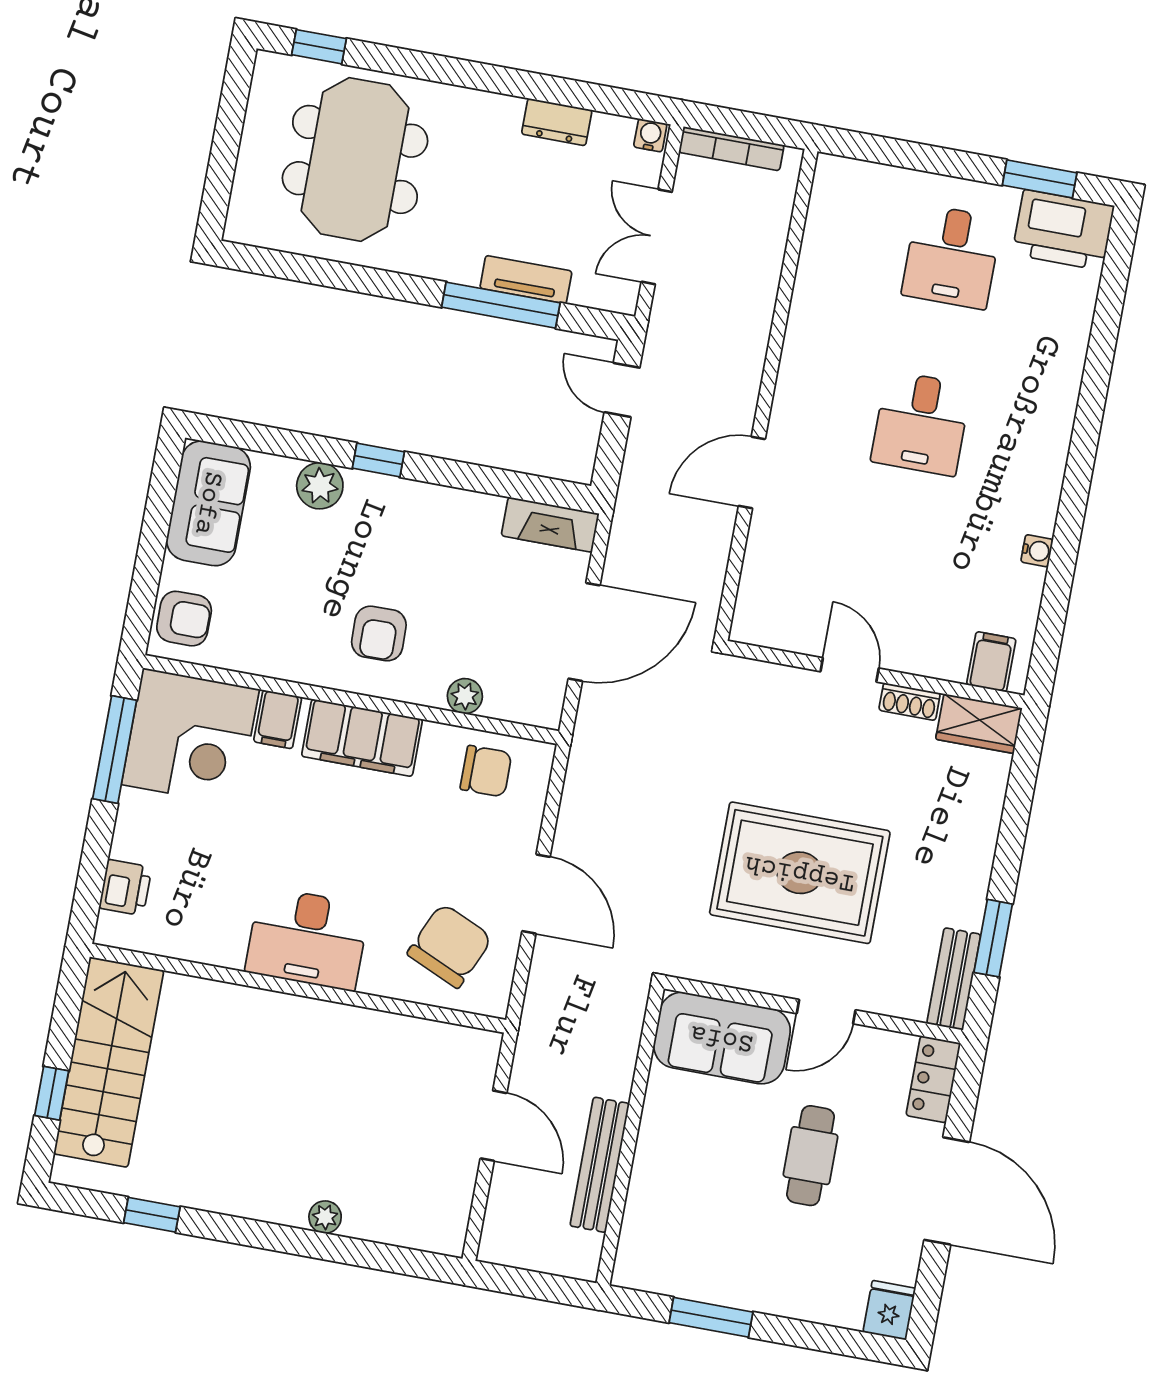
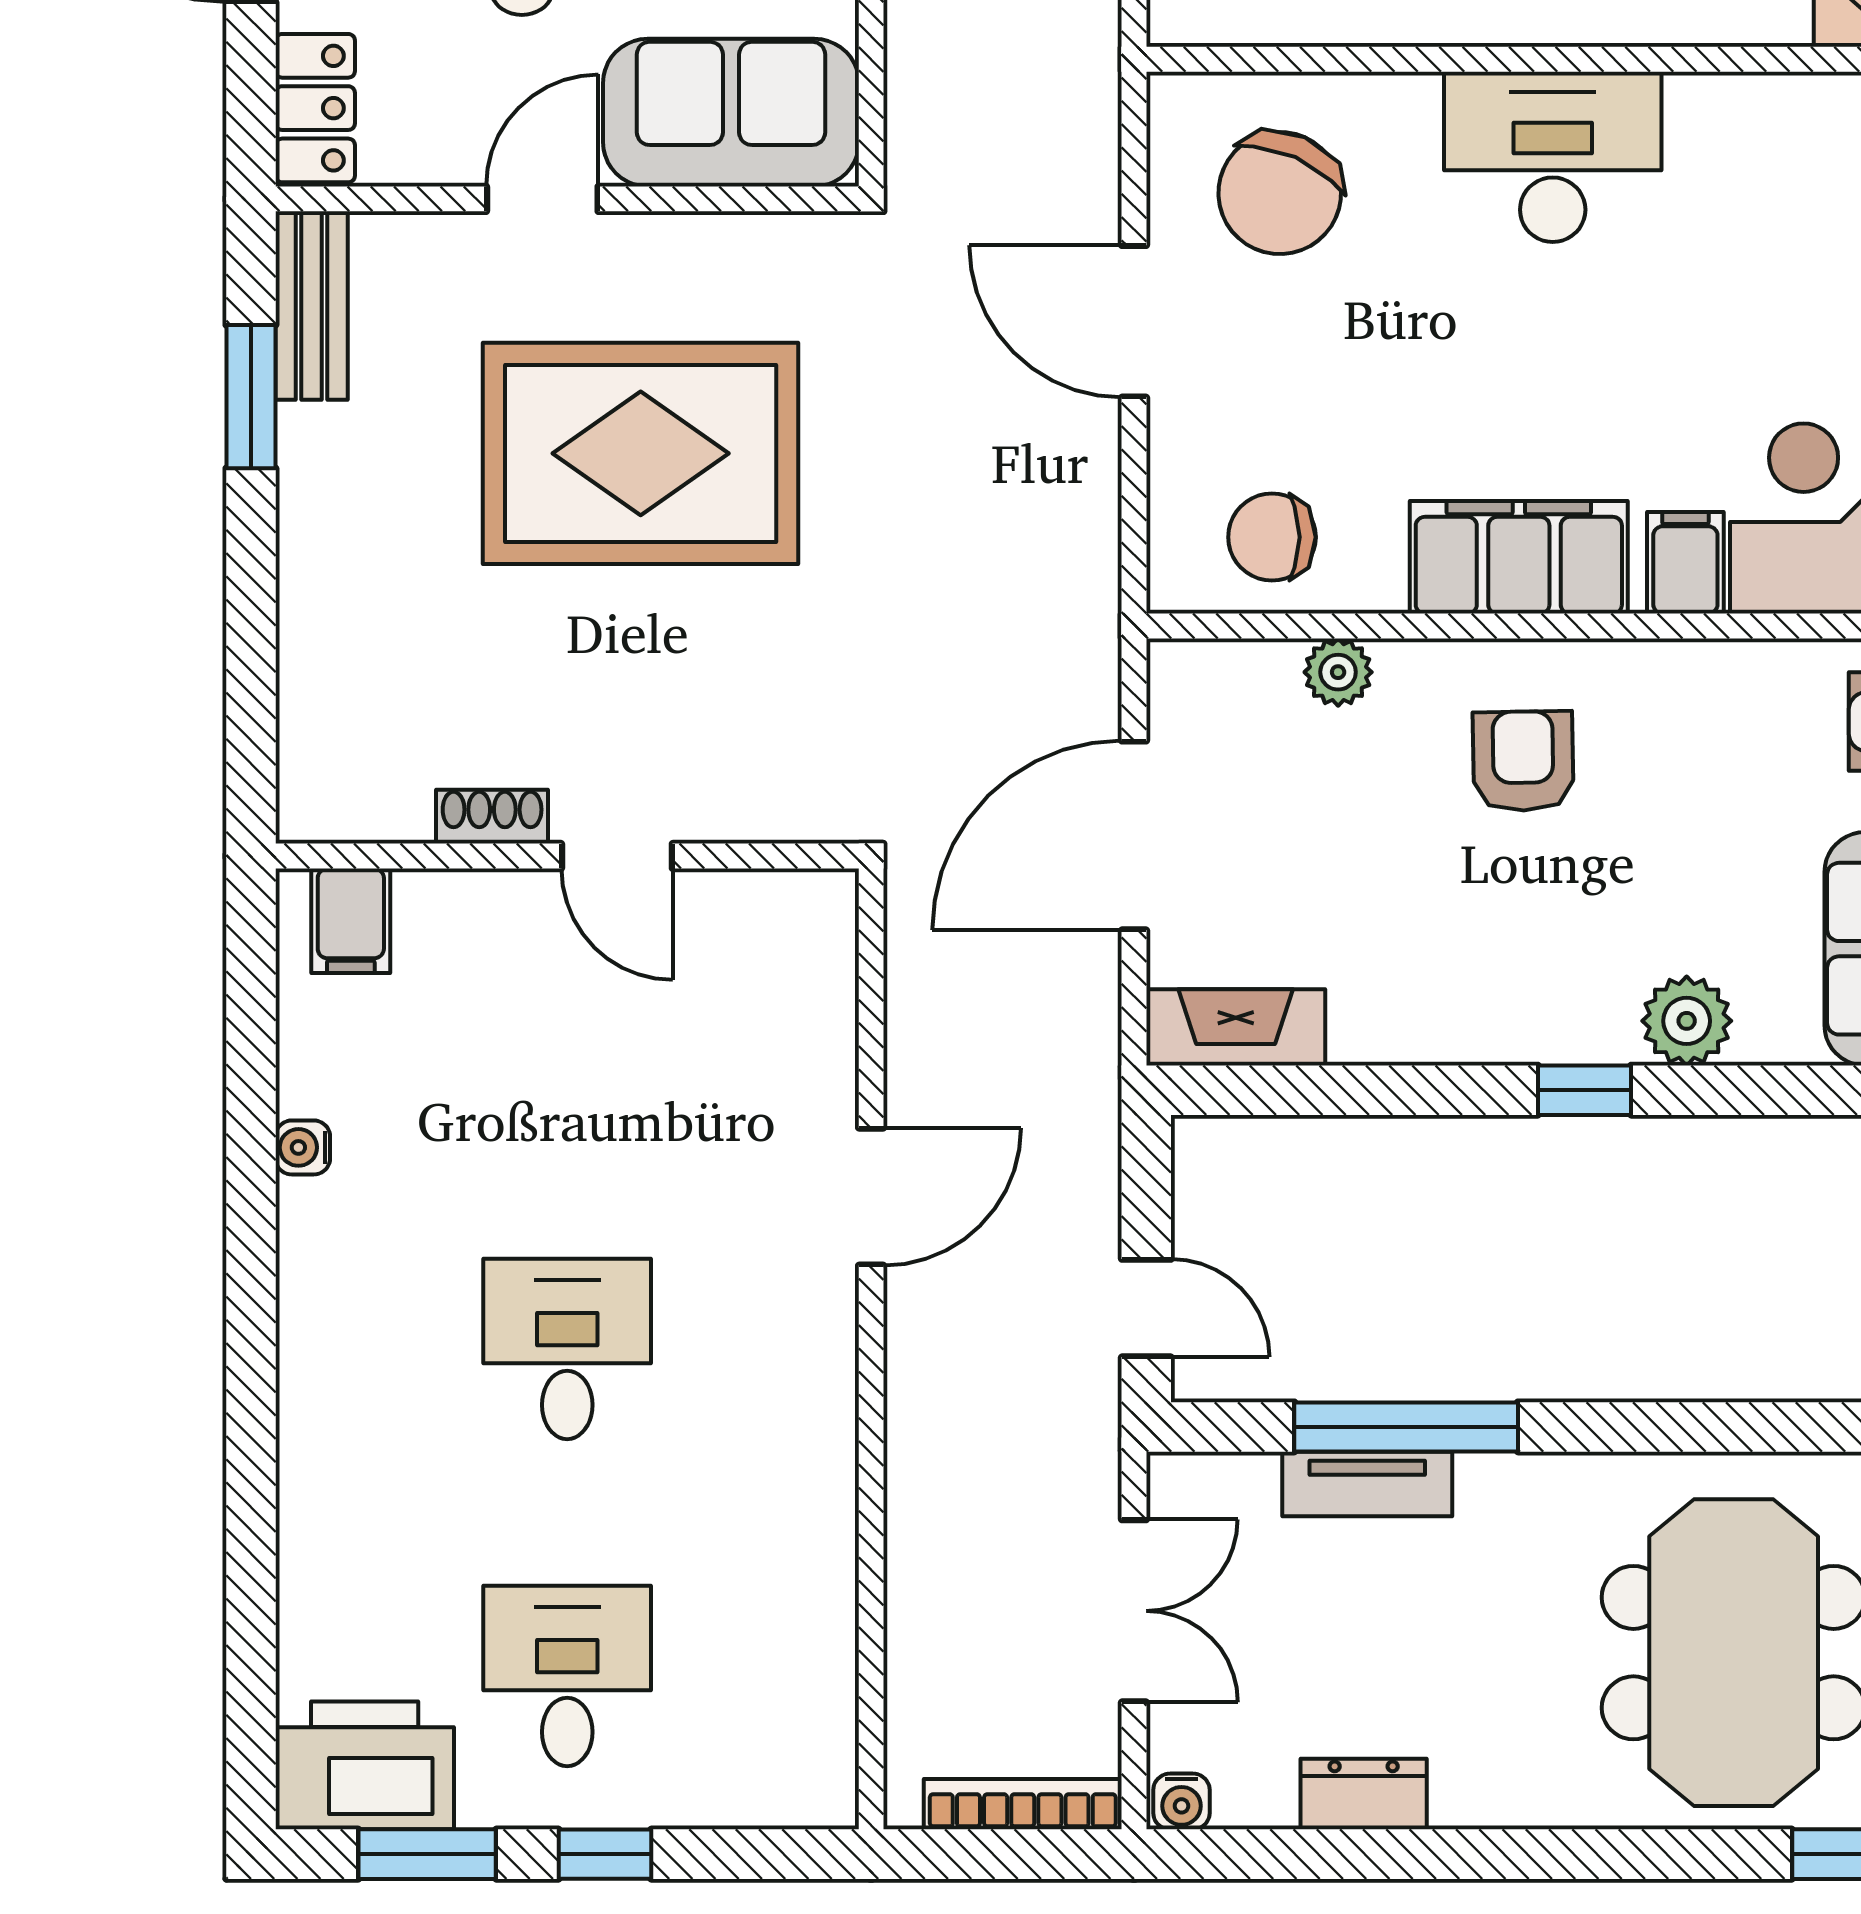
window: (949, 162) -> (605, 1854), added
wardrobe: (979, 724) -> (353, 799), removed

